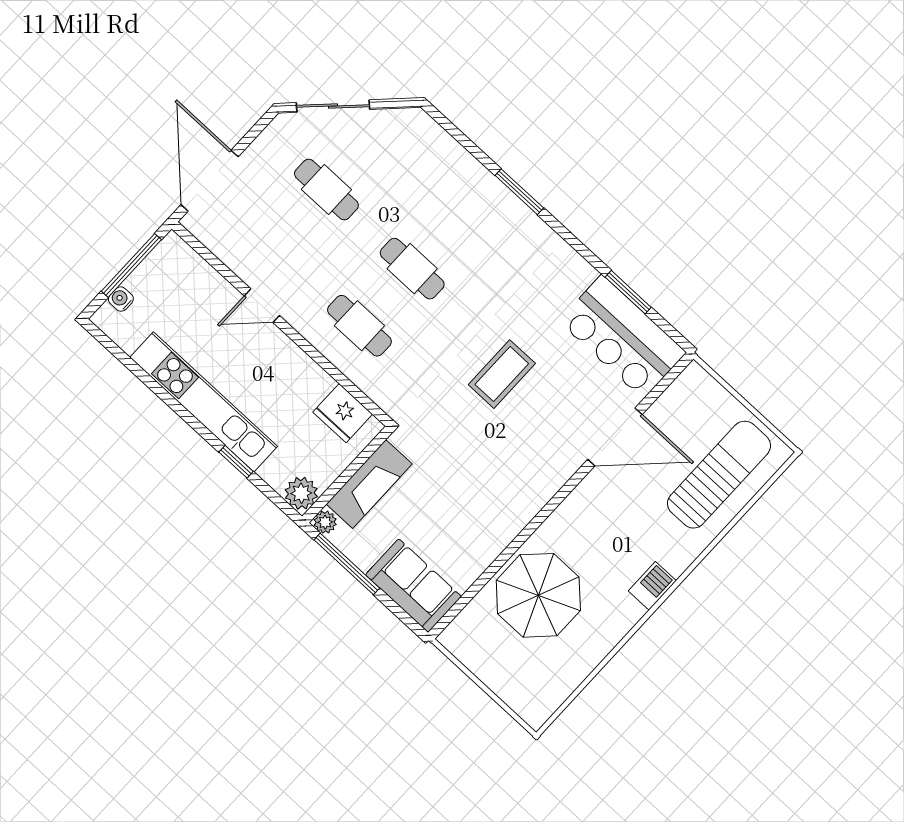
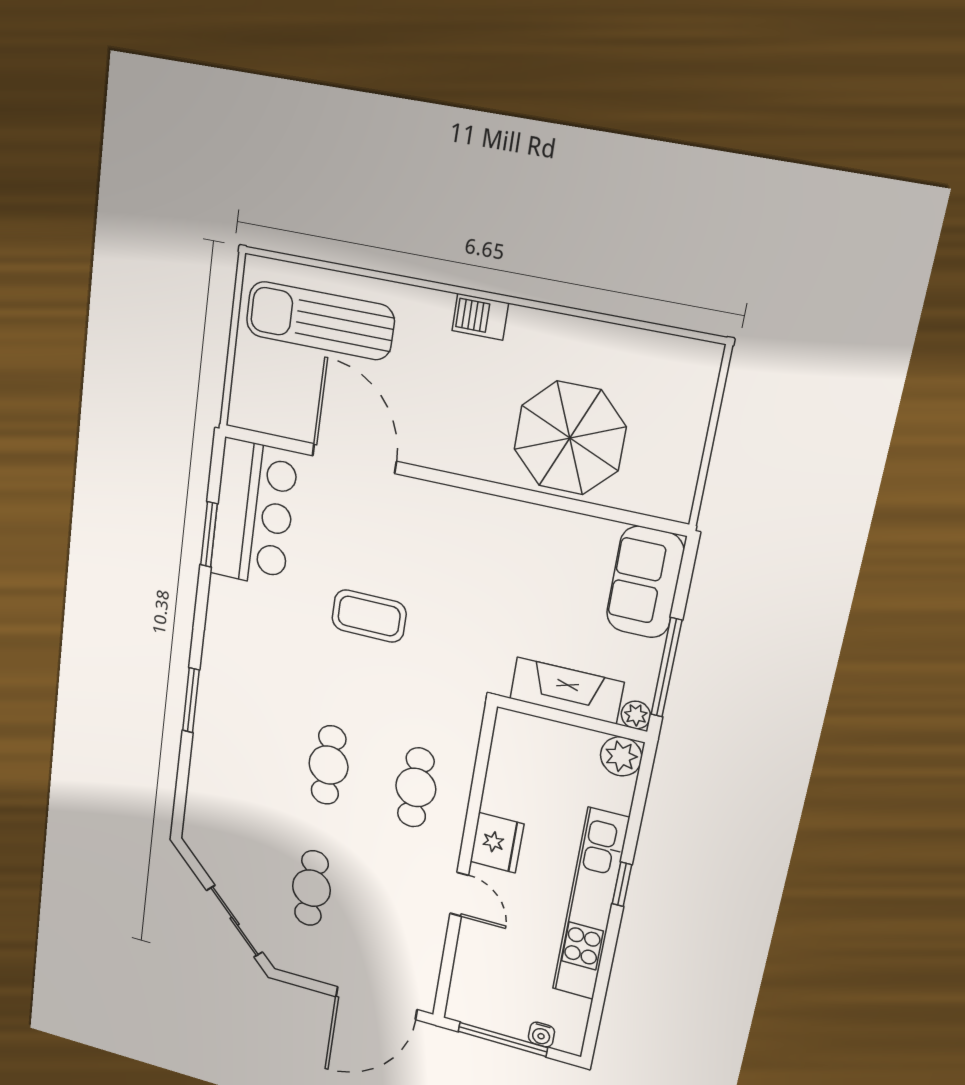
fridge: (343, 413) -> (497, 843), moved
window: (236, 462) -> (622, 884), moved

